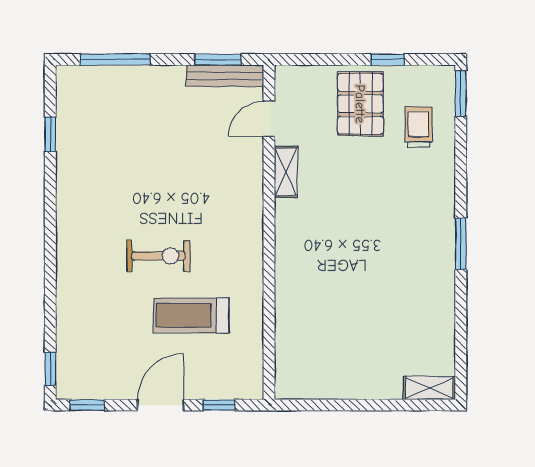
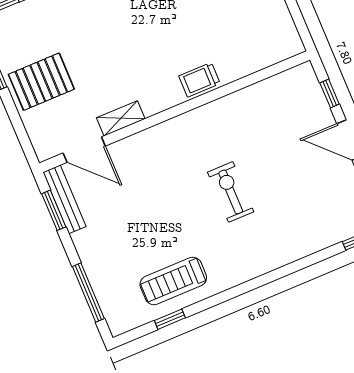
door: (269, 119) -> (84, 150), width x1.38
trolley: (419, 127) -> (199, 80), moved
treadmill: (191, 315) -> (173, 281), moved, turned 90

